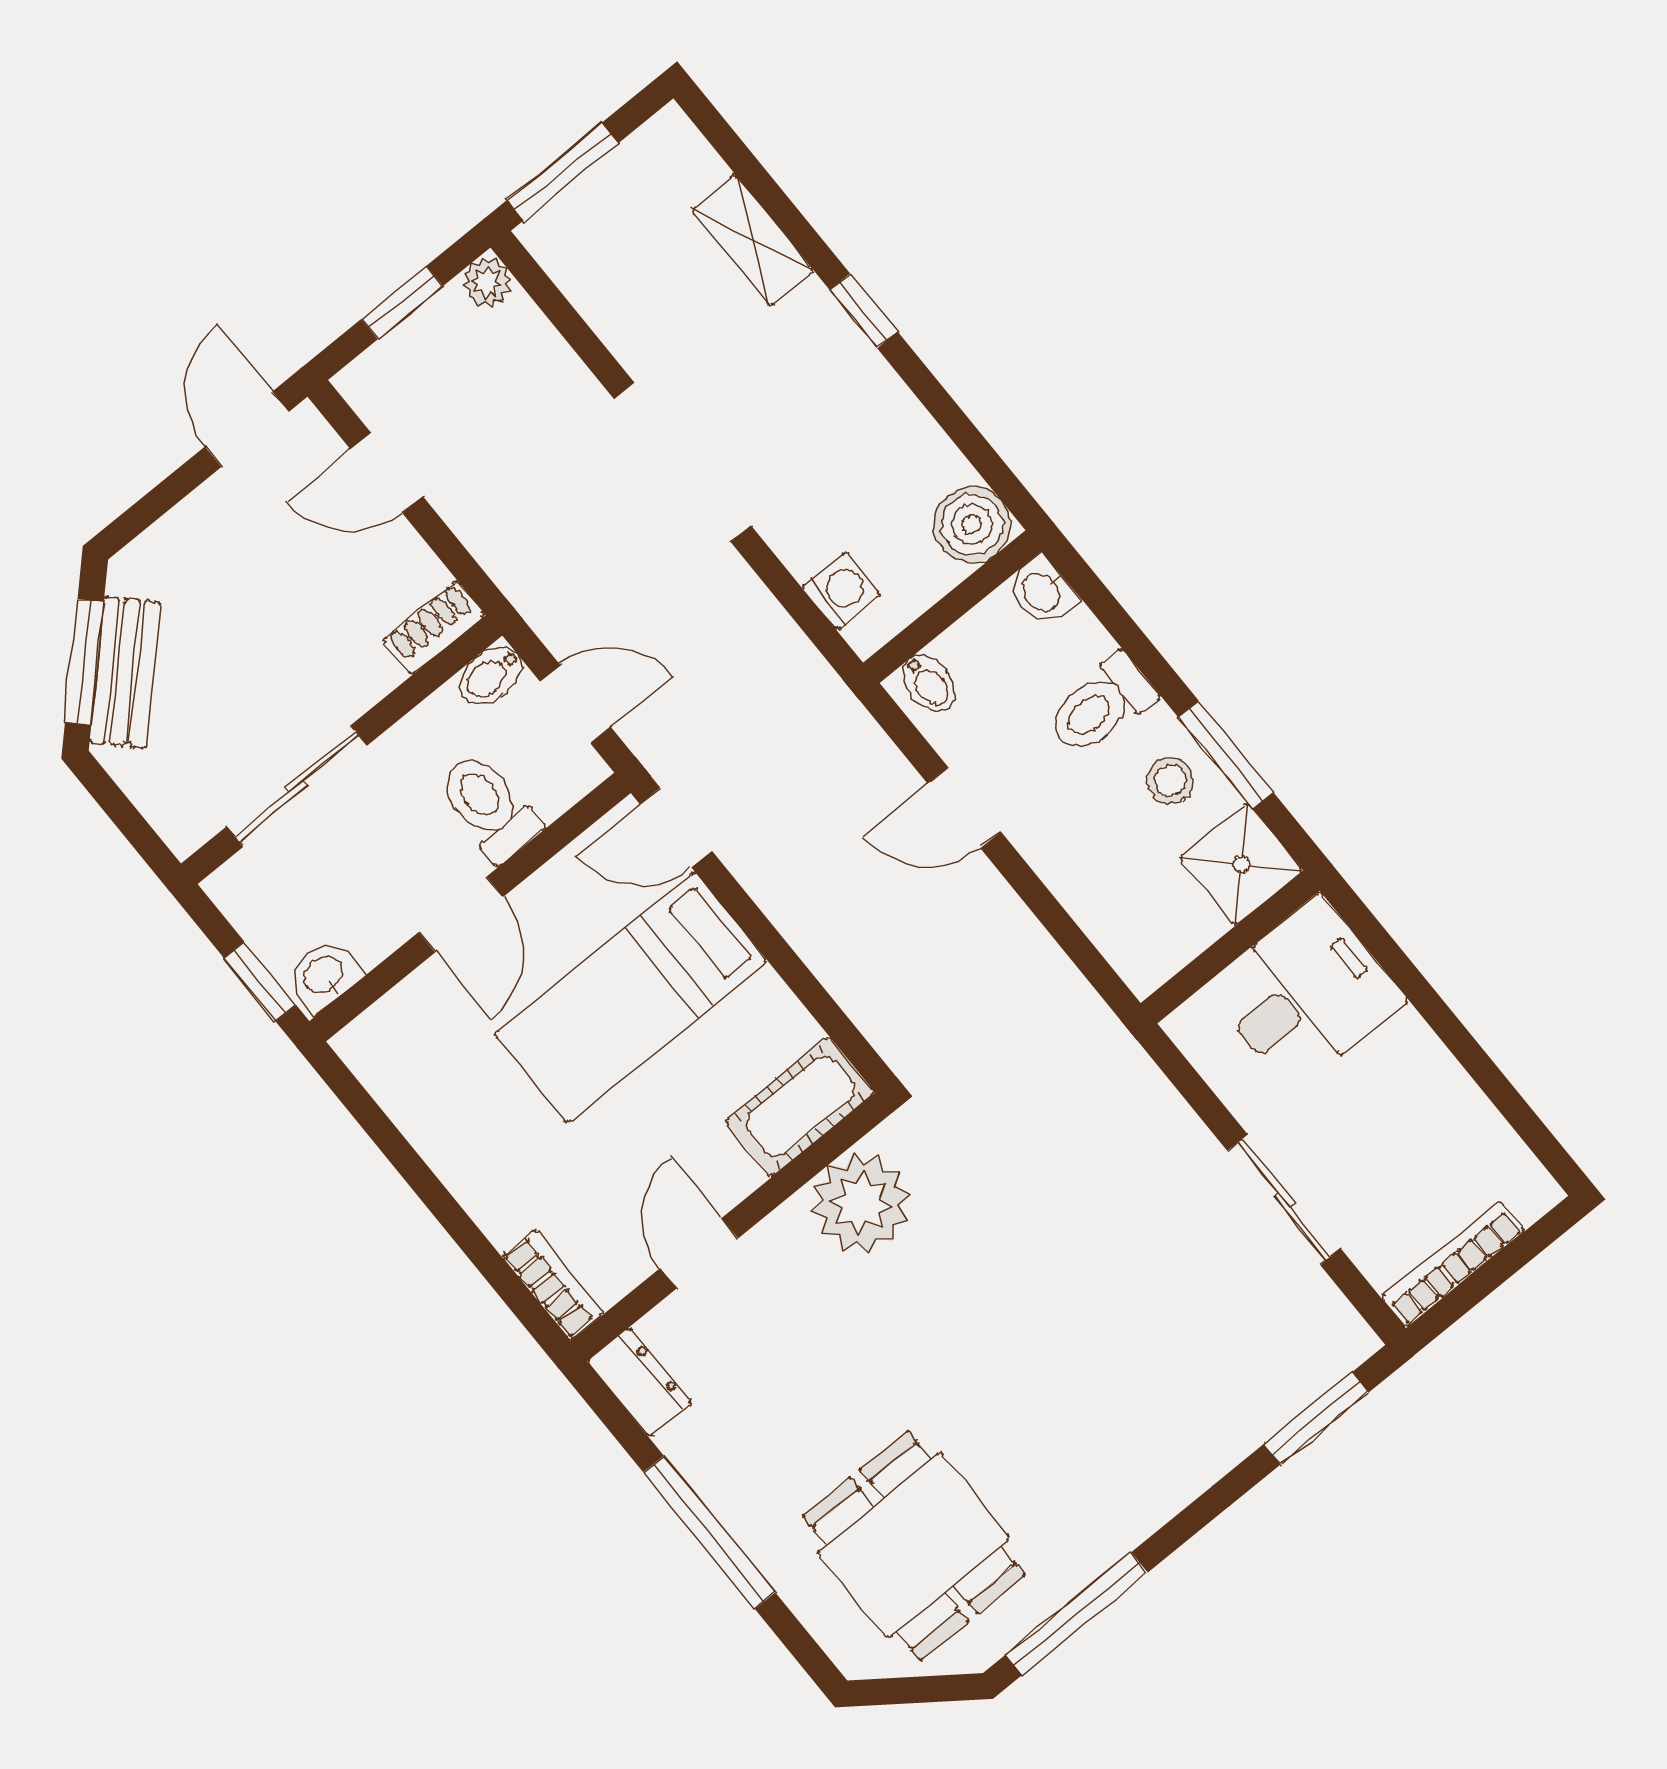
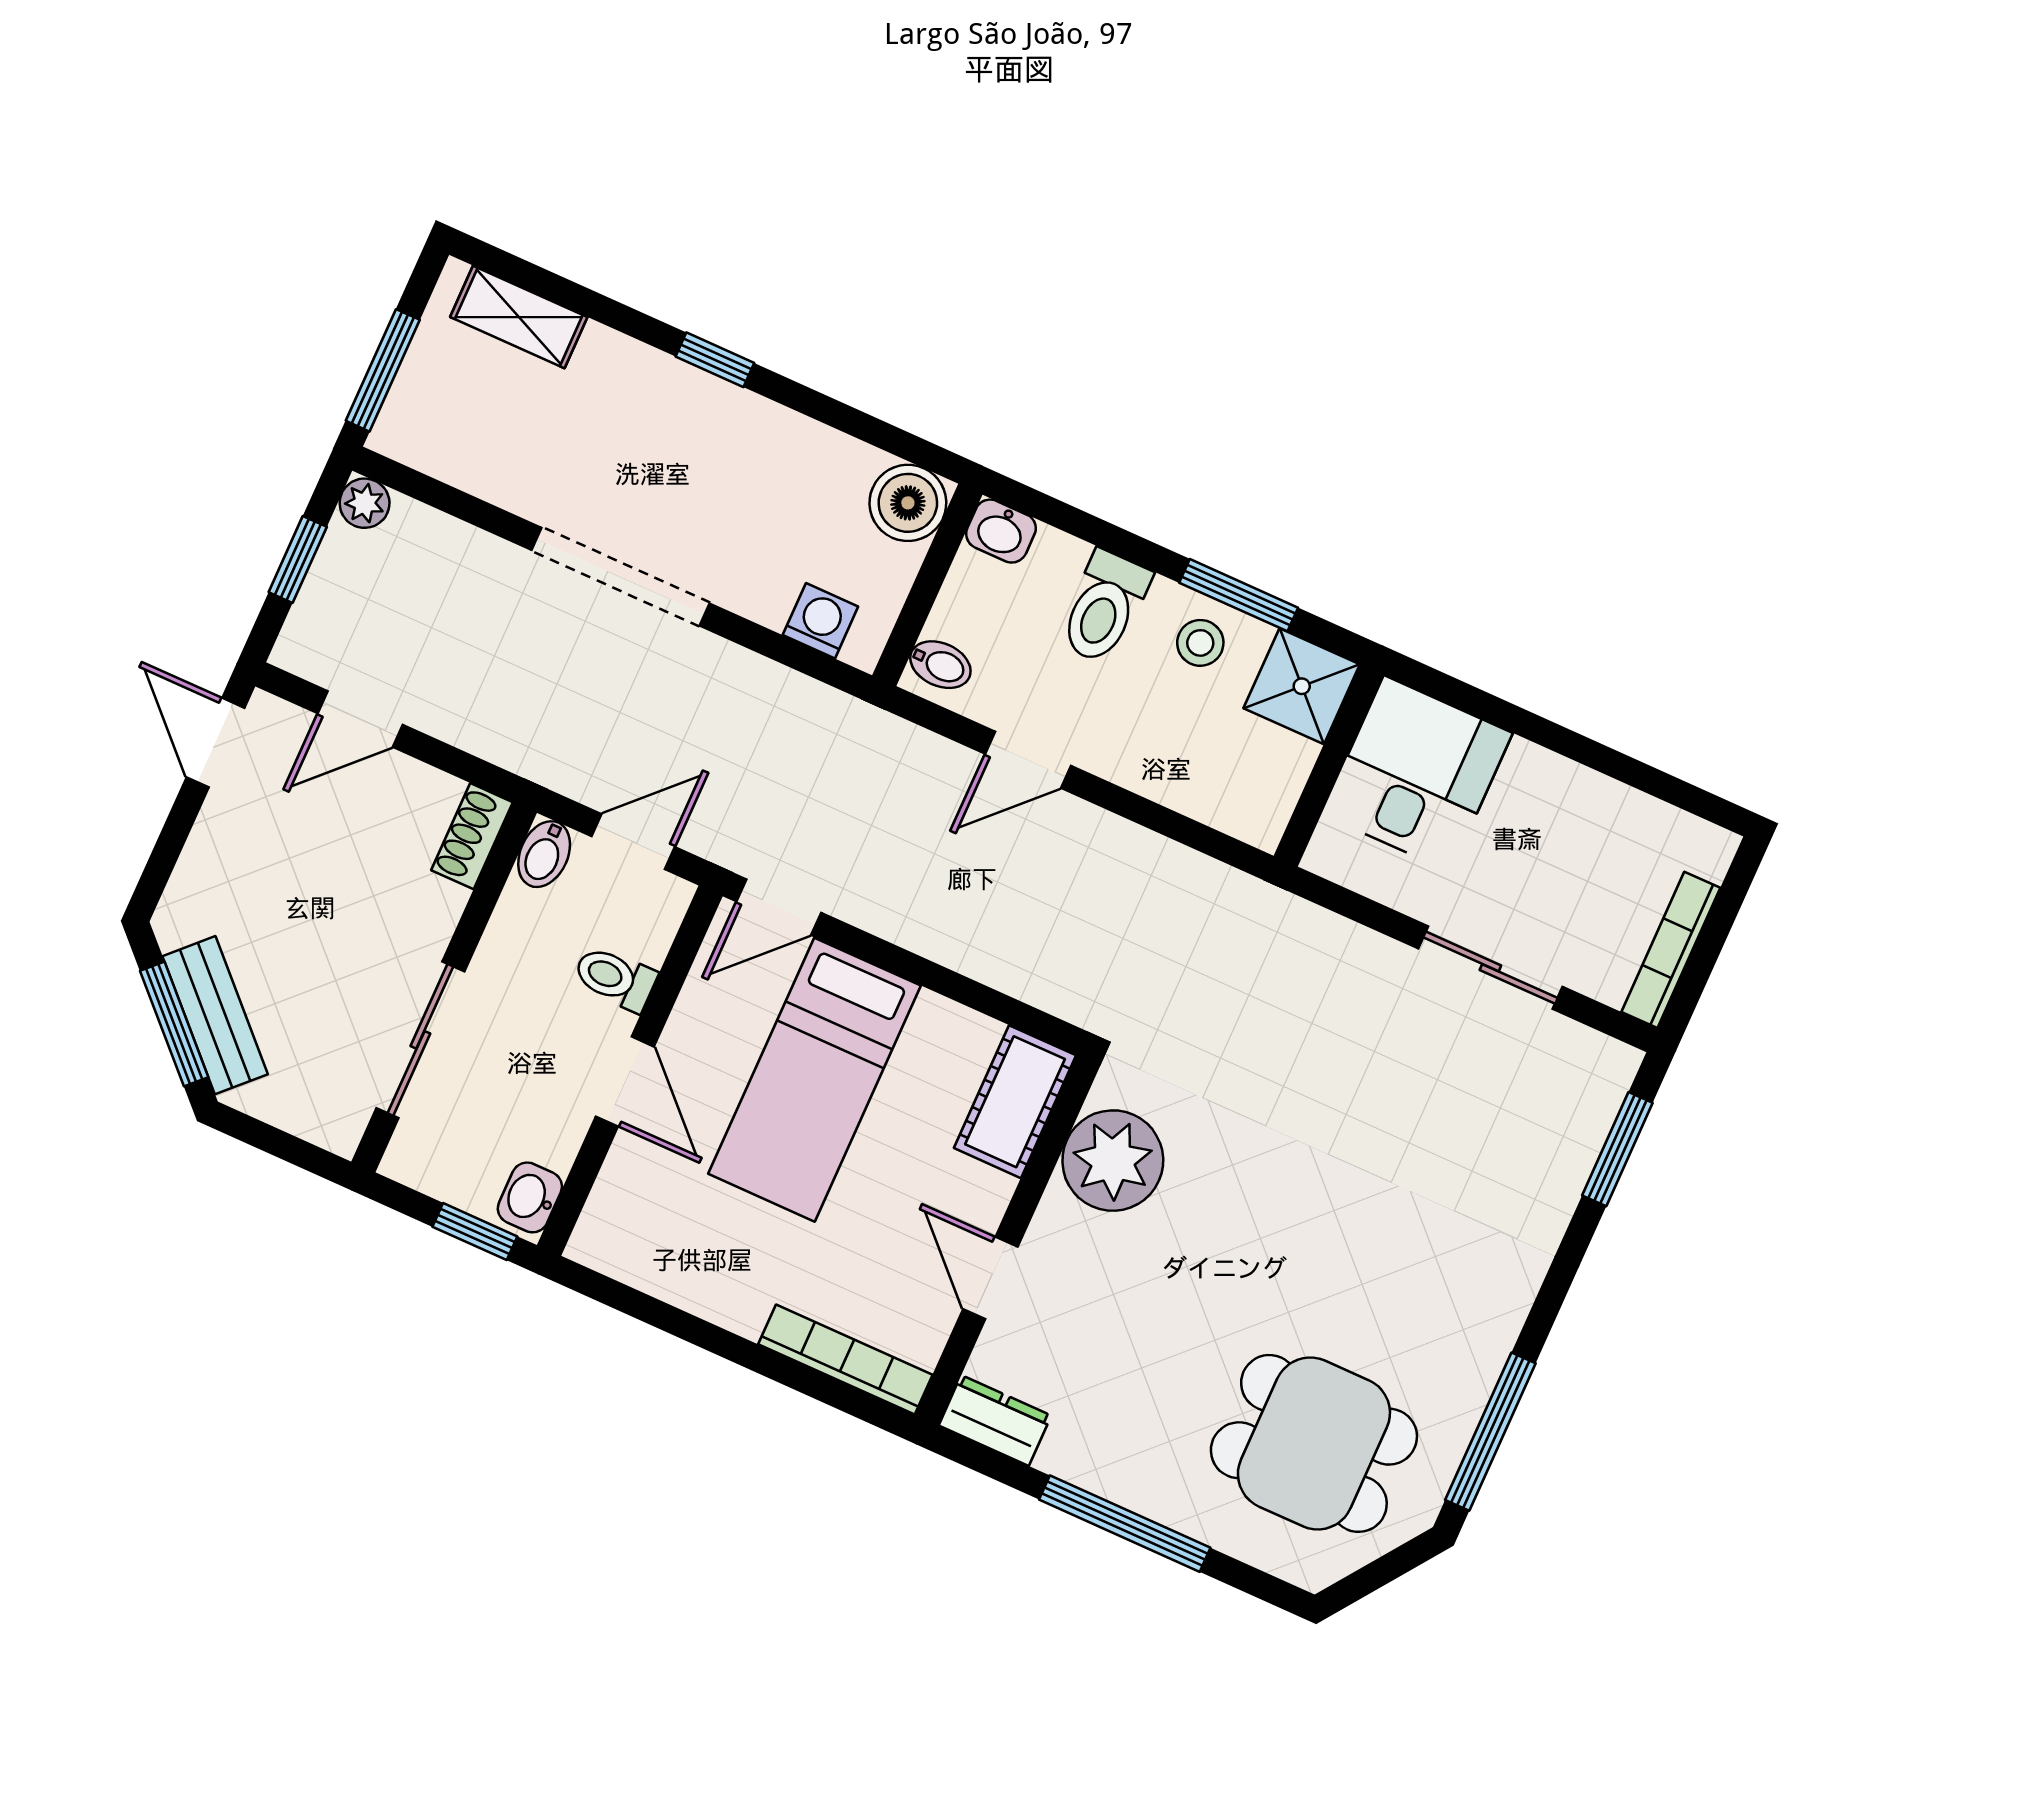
shelving: (753, 240) -> (519, 317), moved
toilet: (489, 806) -> (615, 978), width x0.73, depth x0.72
bookcase: (553, 1285) -> (845, 1360), width x1.56

